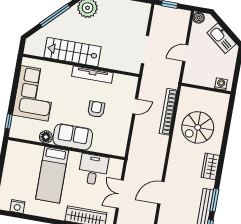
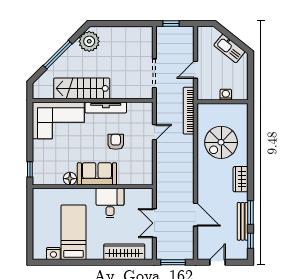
boiler: (199, 18) -> (203, 32), removed
washing machine: (221, 84) -> (226, 95), moved
corner sofa: (35, 93) -> (58, 120), moved, turned 90
bookcase: (168, 112) -> (189, 111), moved
desk: (93, 170) -> (110, 203), moved
bed: (52, 175) -> (74, 232), moved, turned 180
door: (161, 193) -> (196, 215), swing flipped

